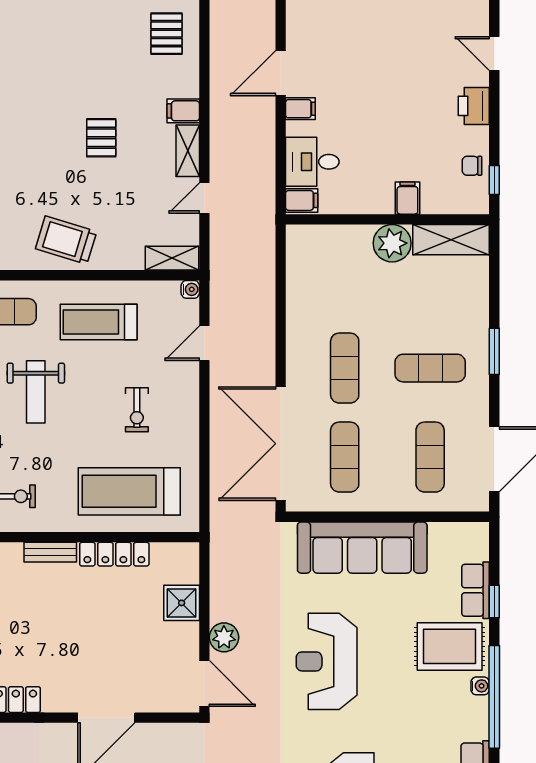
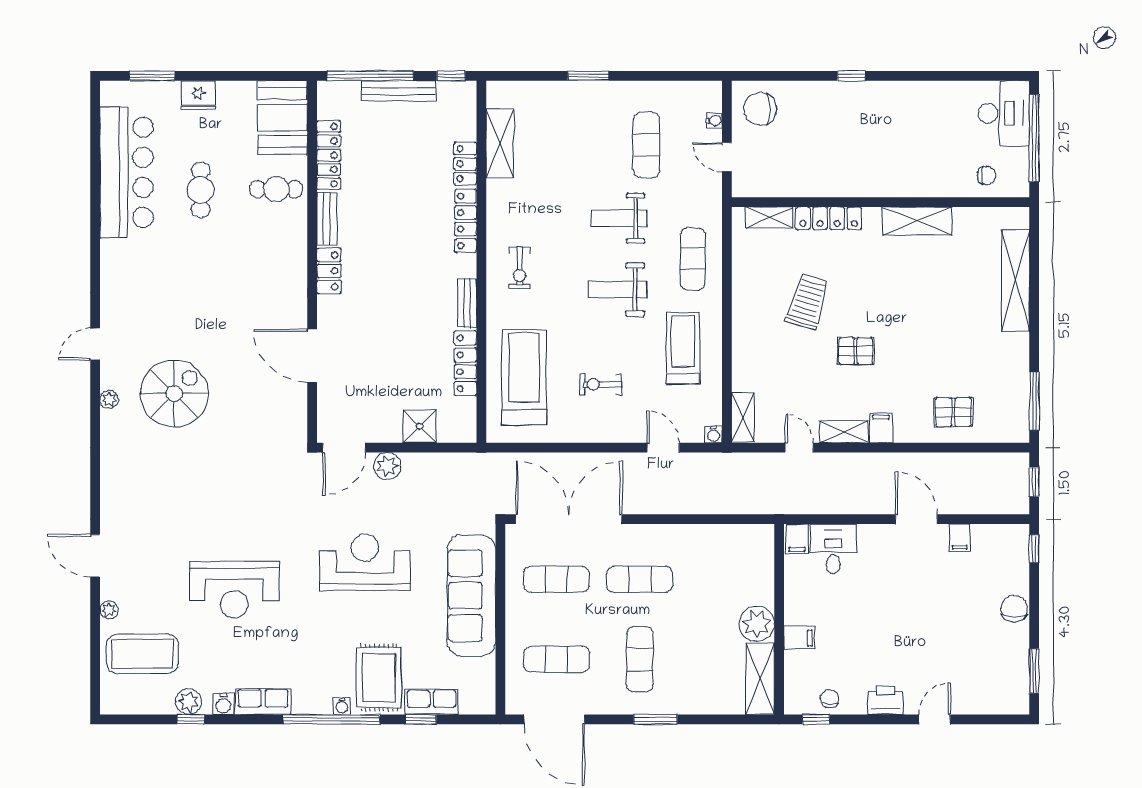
filing cabinet: (300, 109) -> (960, 538), moved
trolley: (66, 240) -> (807, 302), moved

